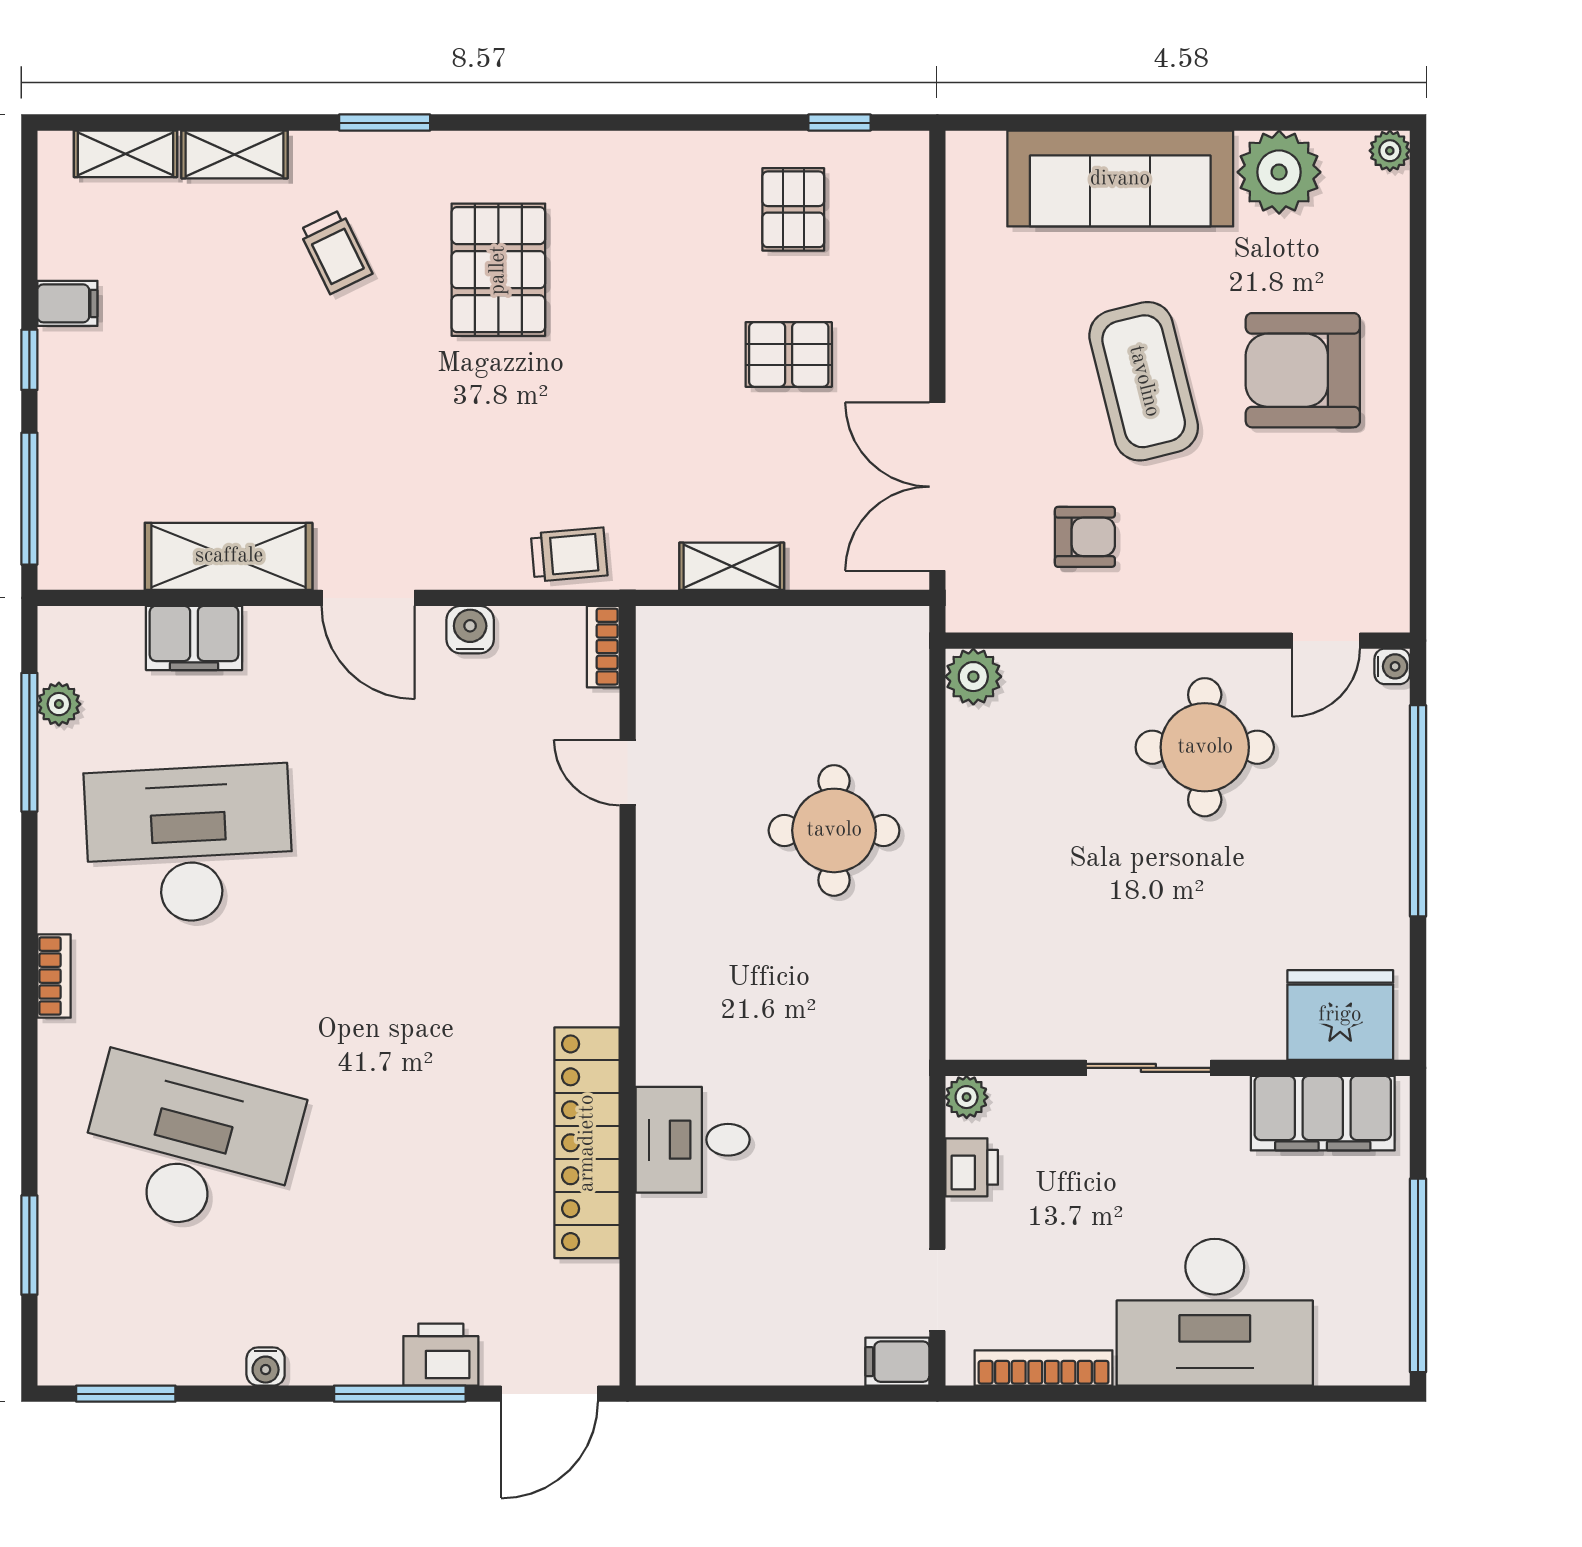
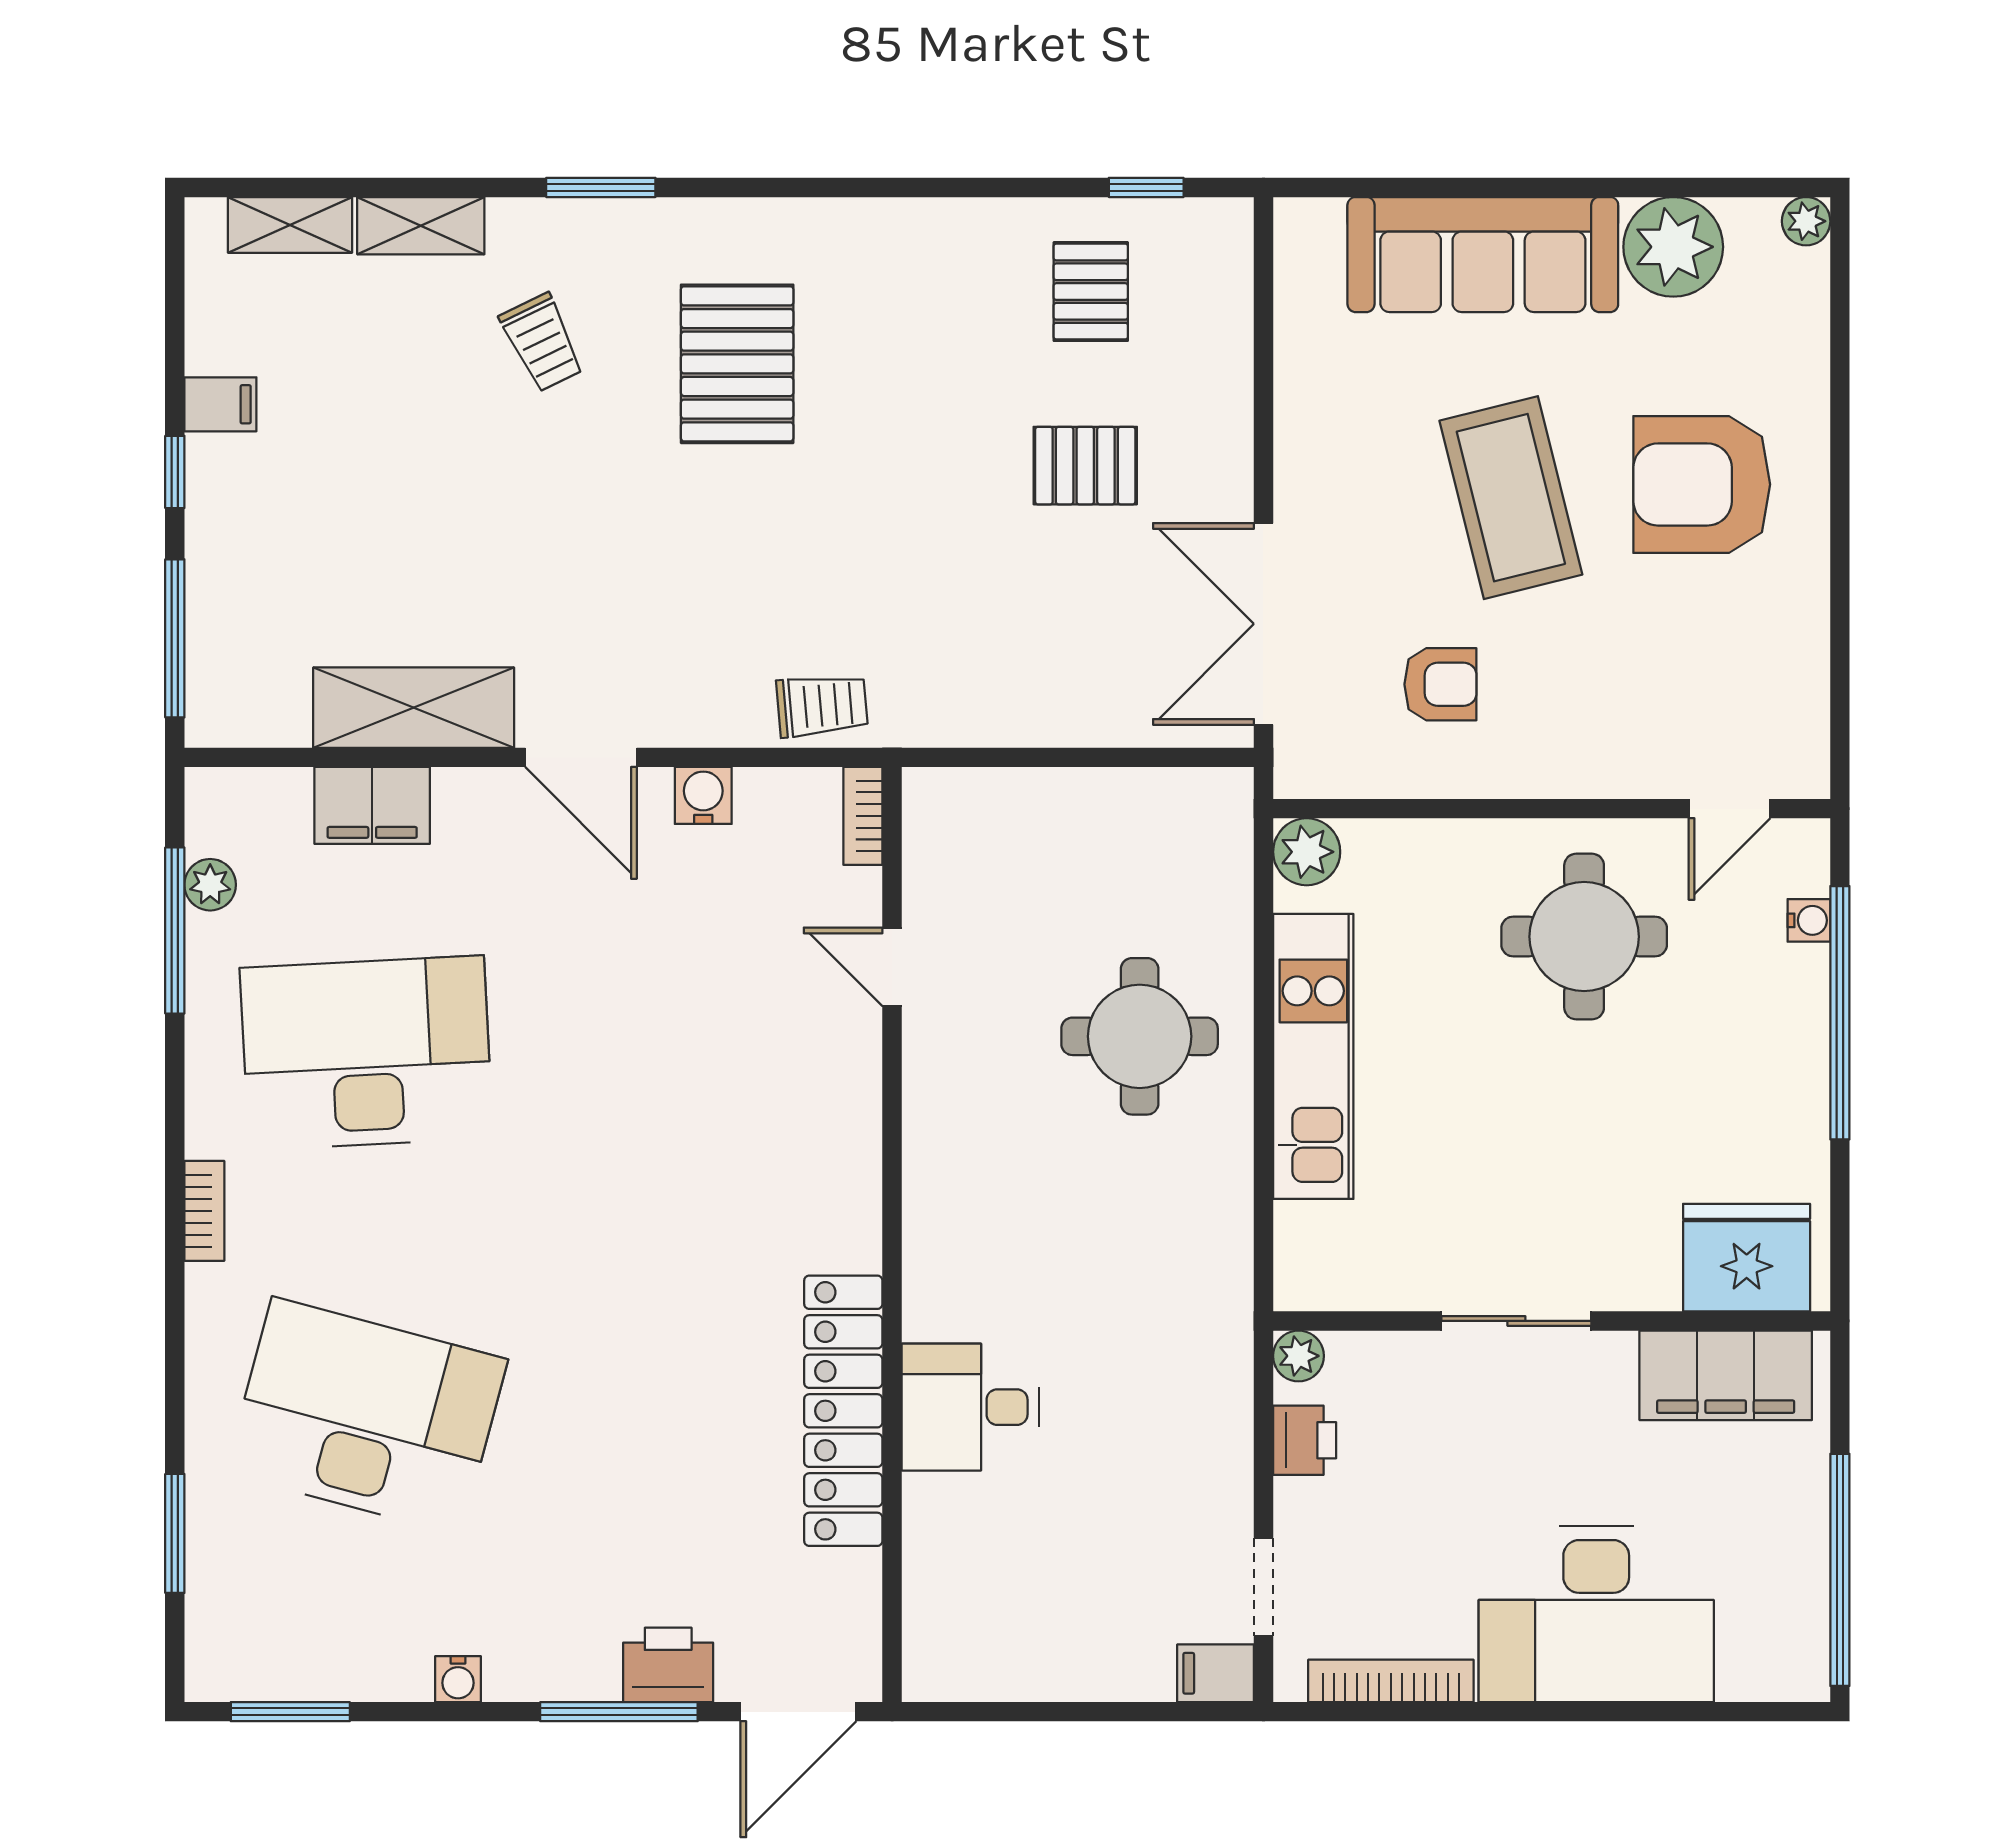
shelving: (732, 566) -> (1017, 719), removed
water cooler: (1392, 666) -> (1809, 920), moved
kitchen unit: (979, 847) -> (1313, 1056), added

